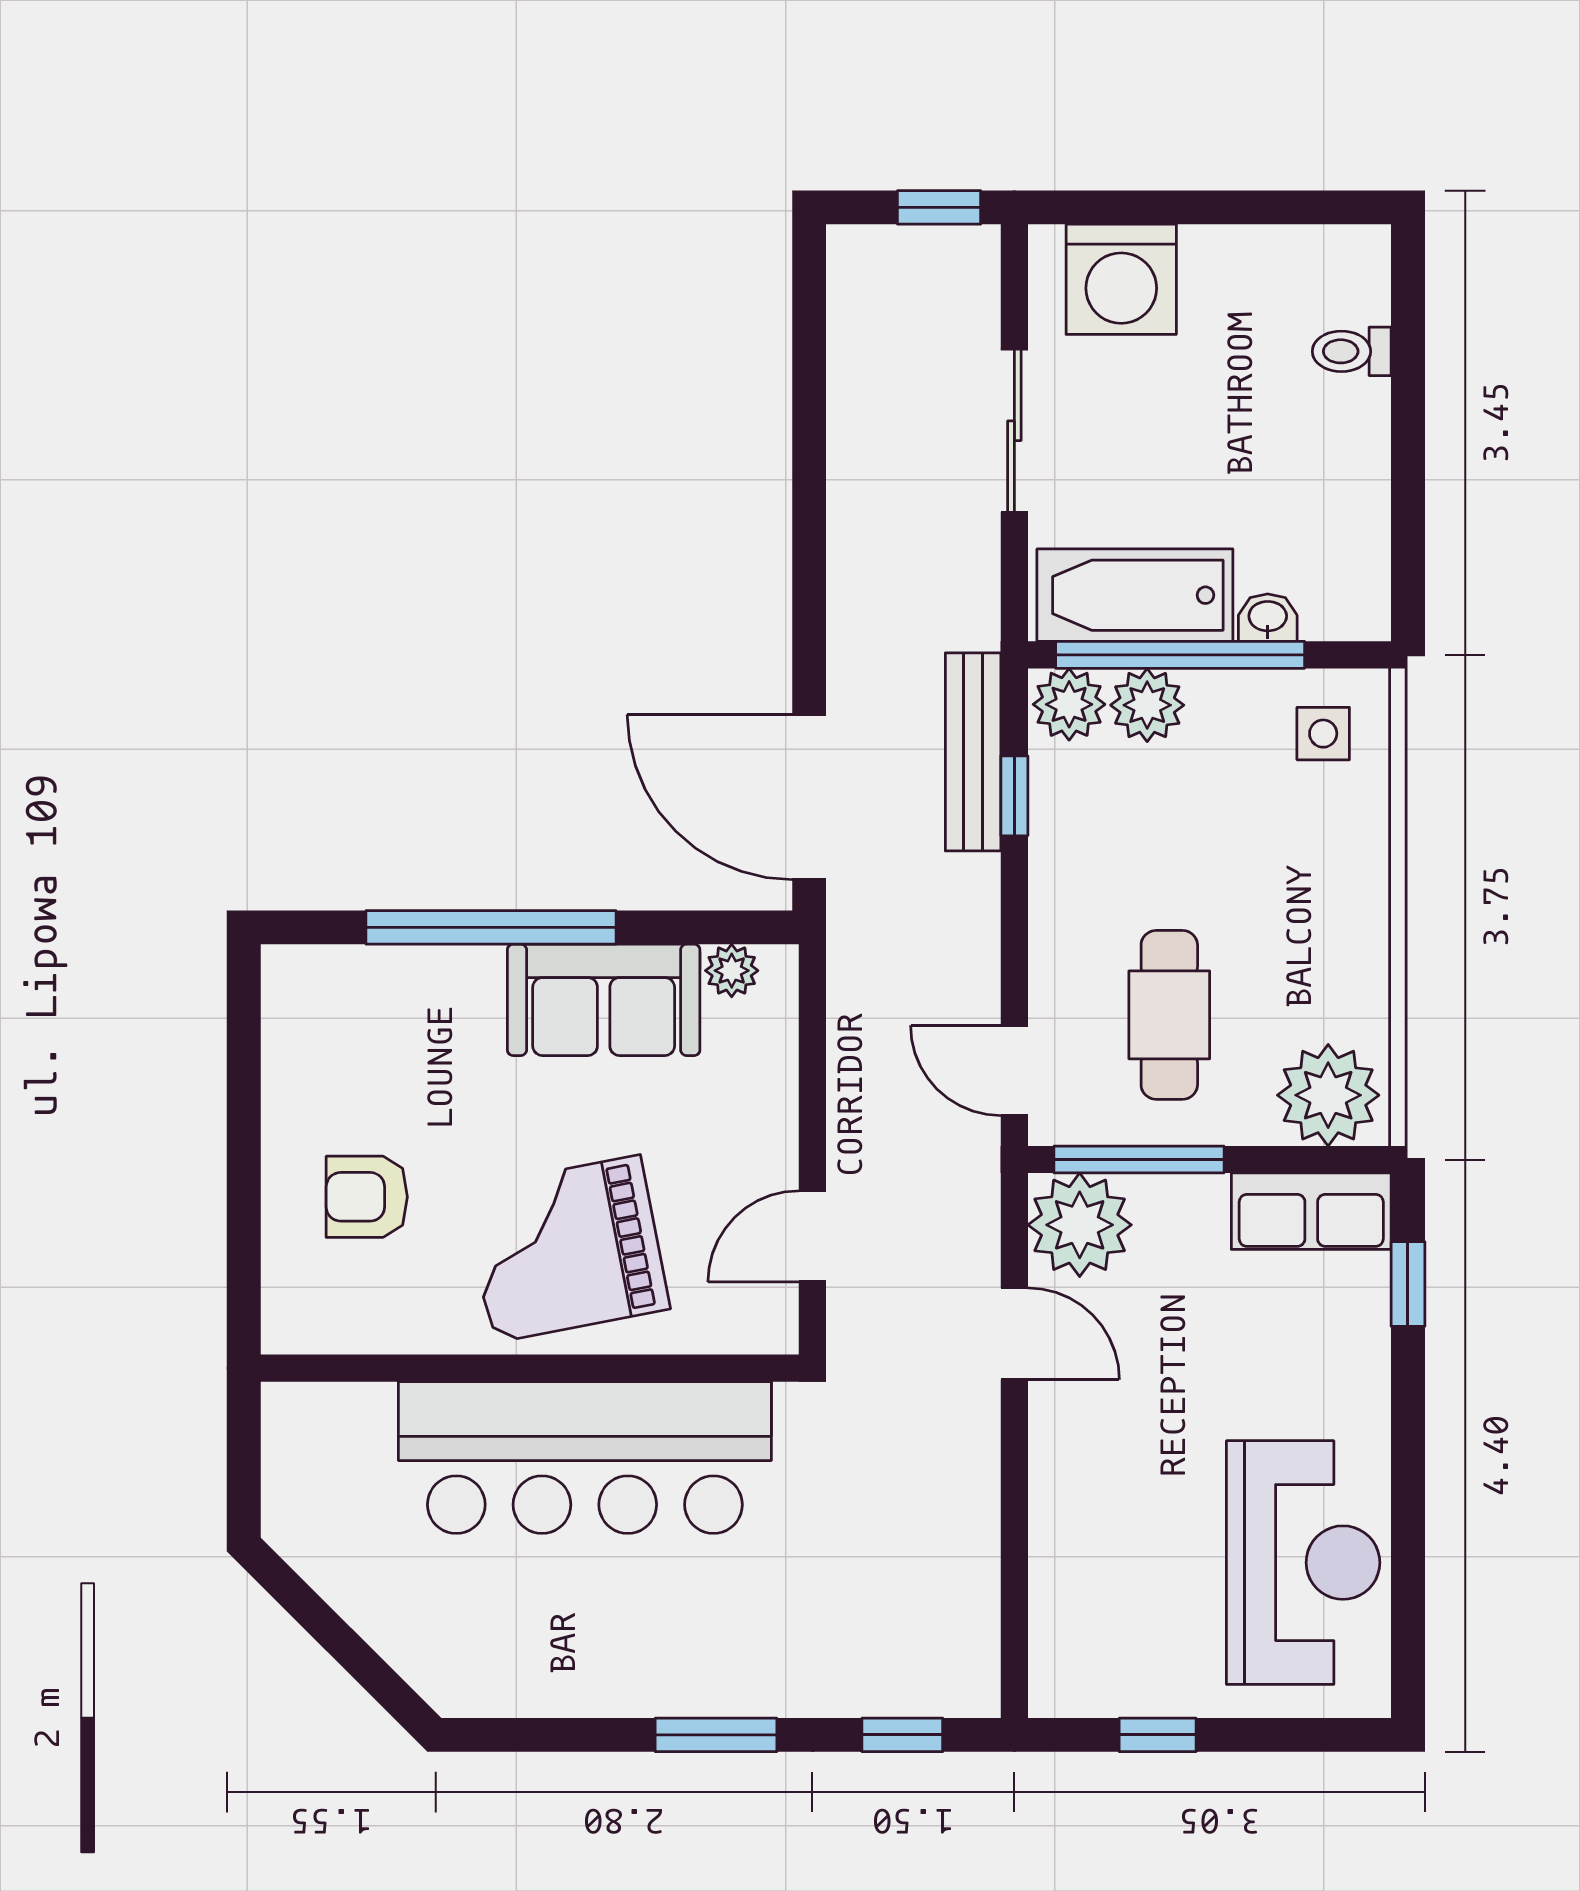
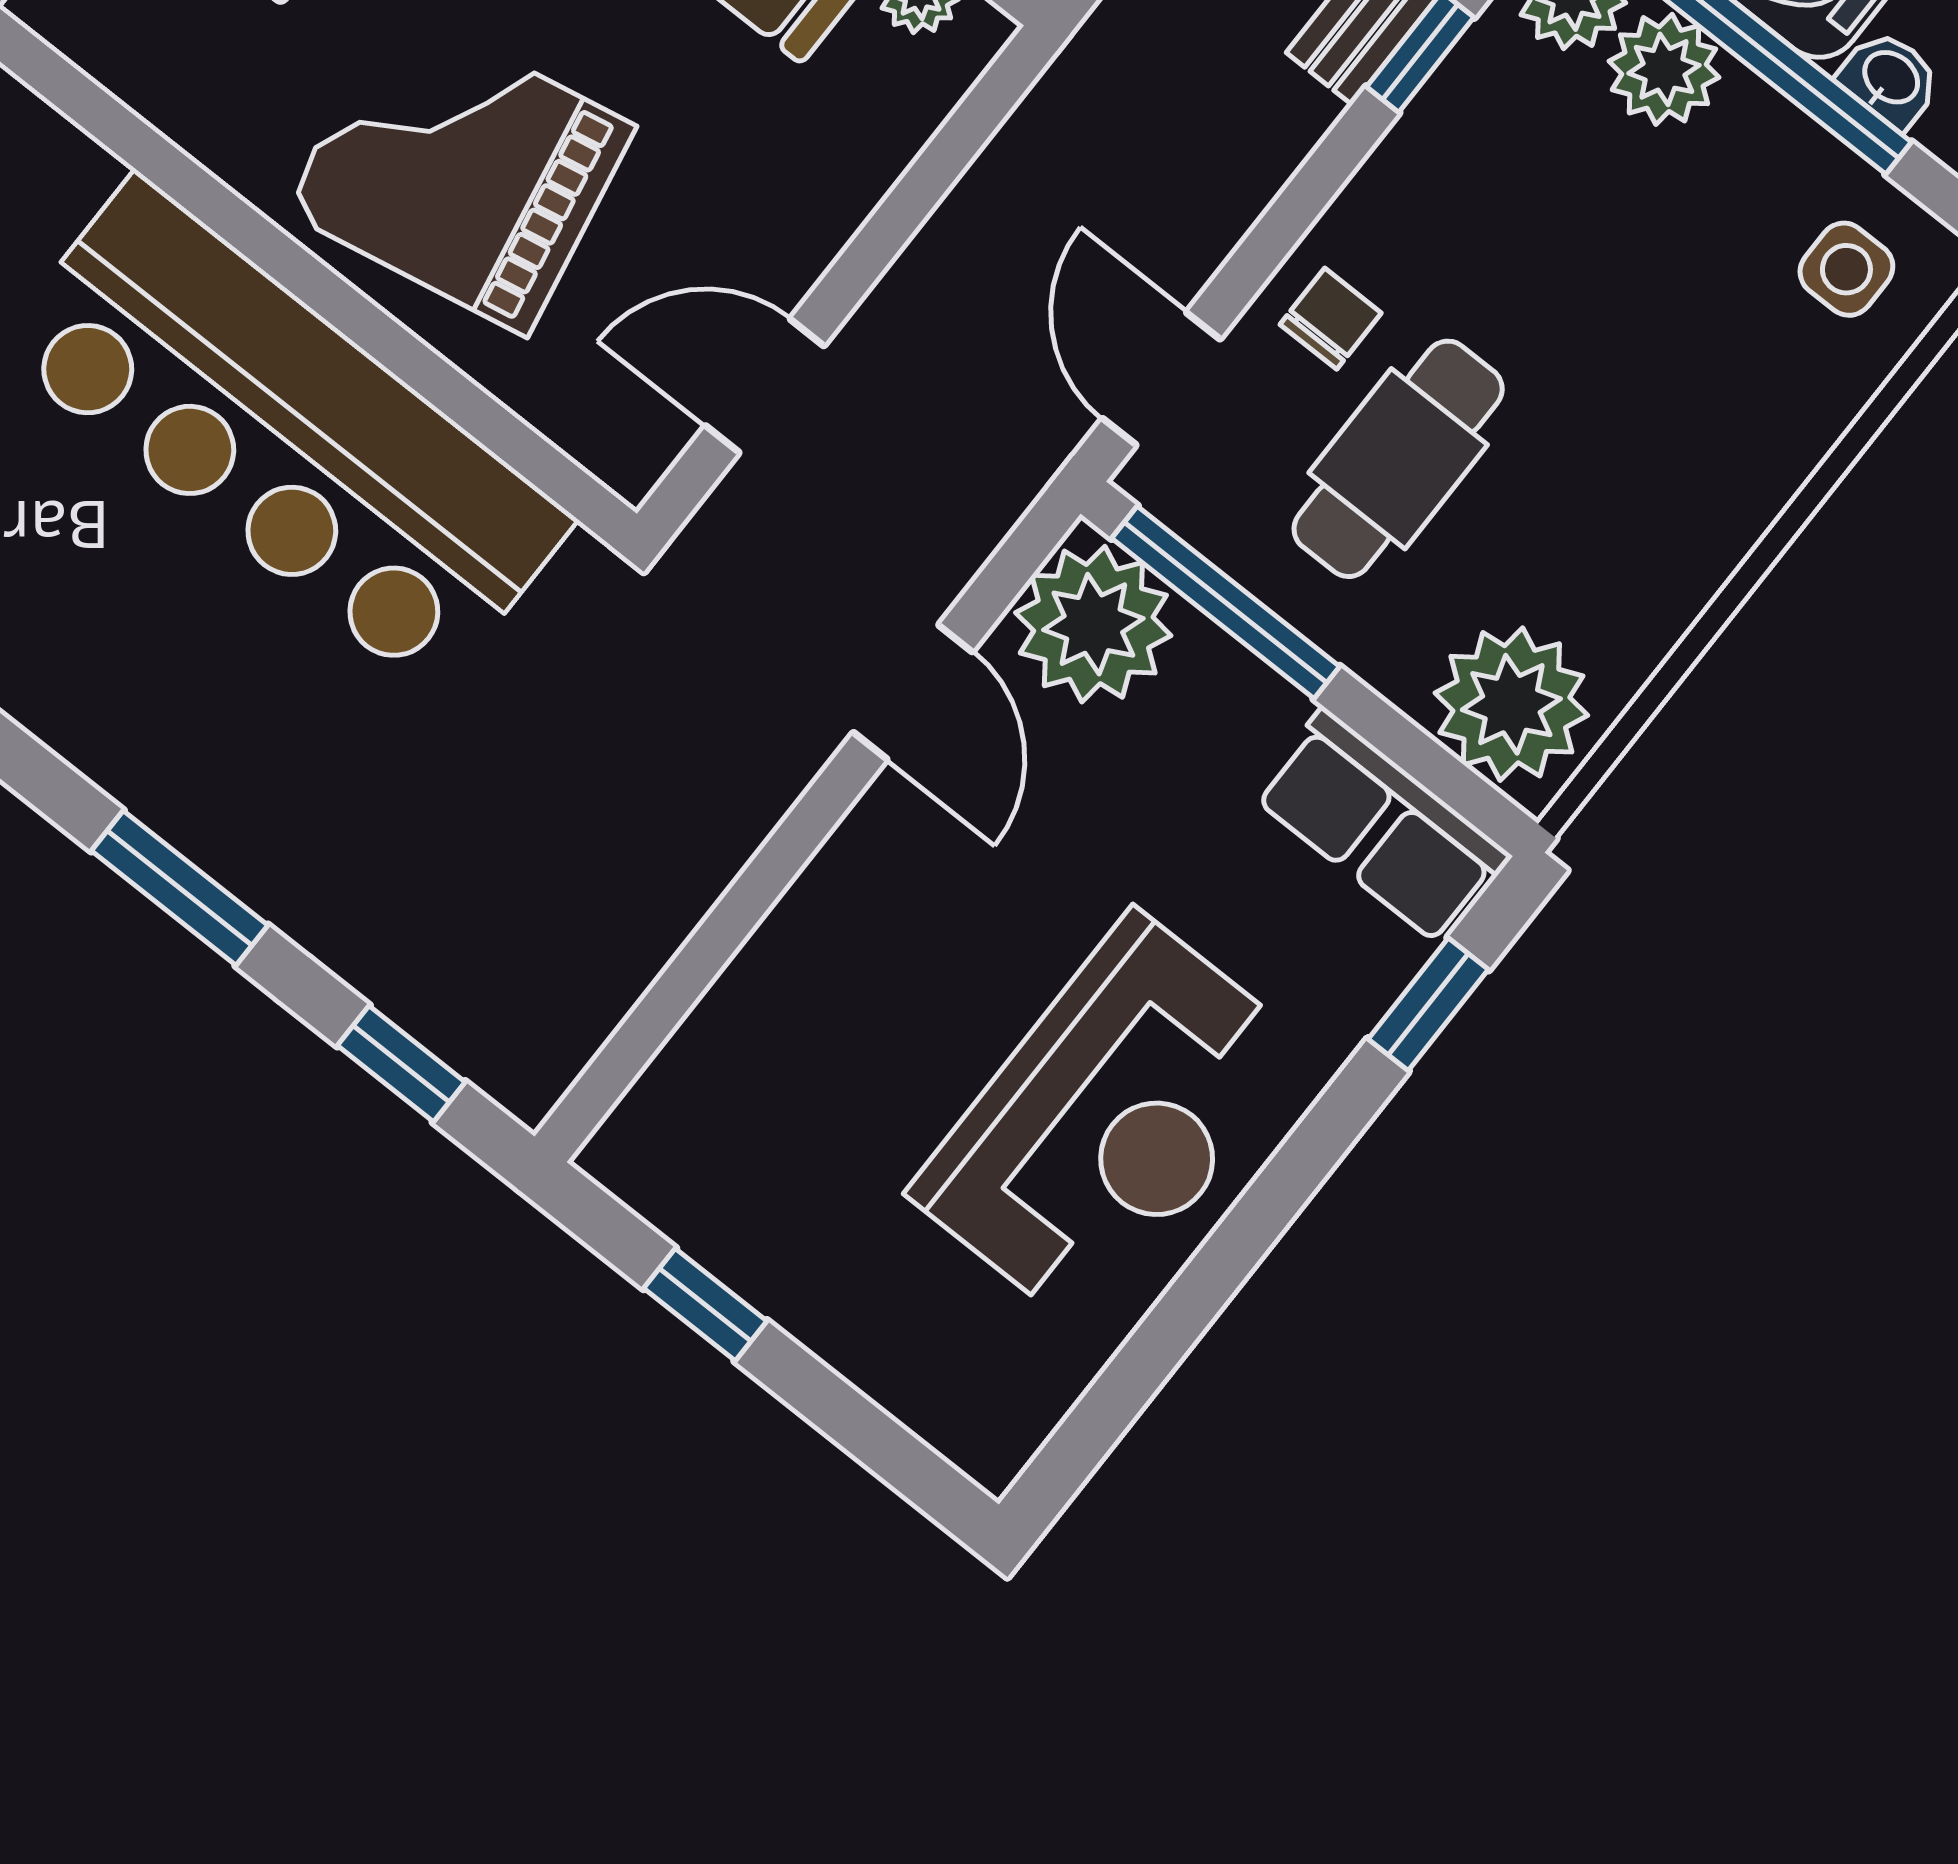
chair: (1077, 970) -> (1331, 319), added
reception desk: (1303, 1563) -> (1109, 1121), moved

